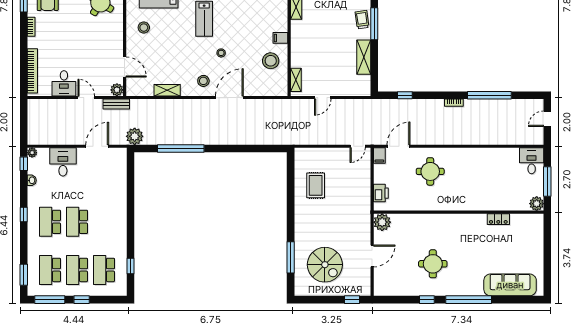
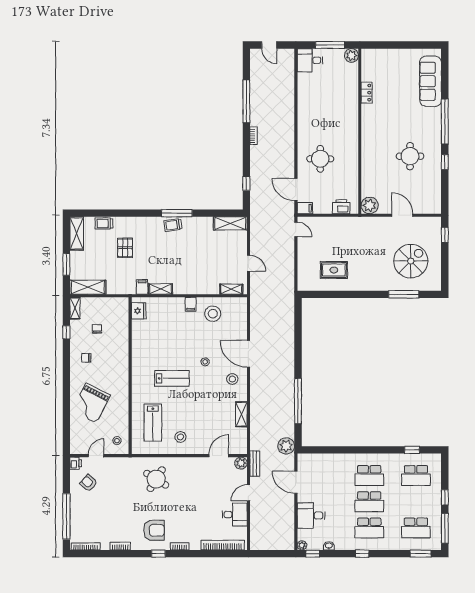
shelving: (364, 57) -> (230, 223), moved
school desk: (77, 270) -> (369, 476), moved

